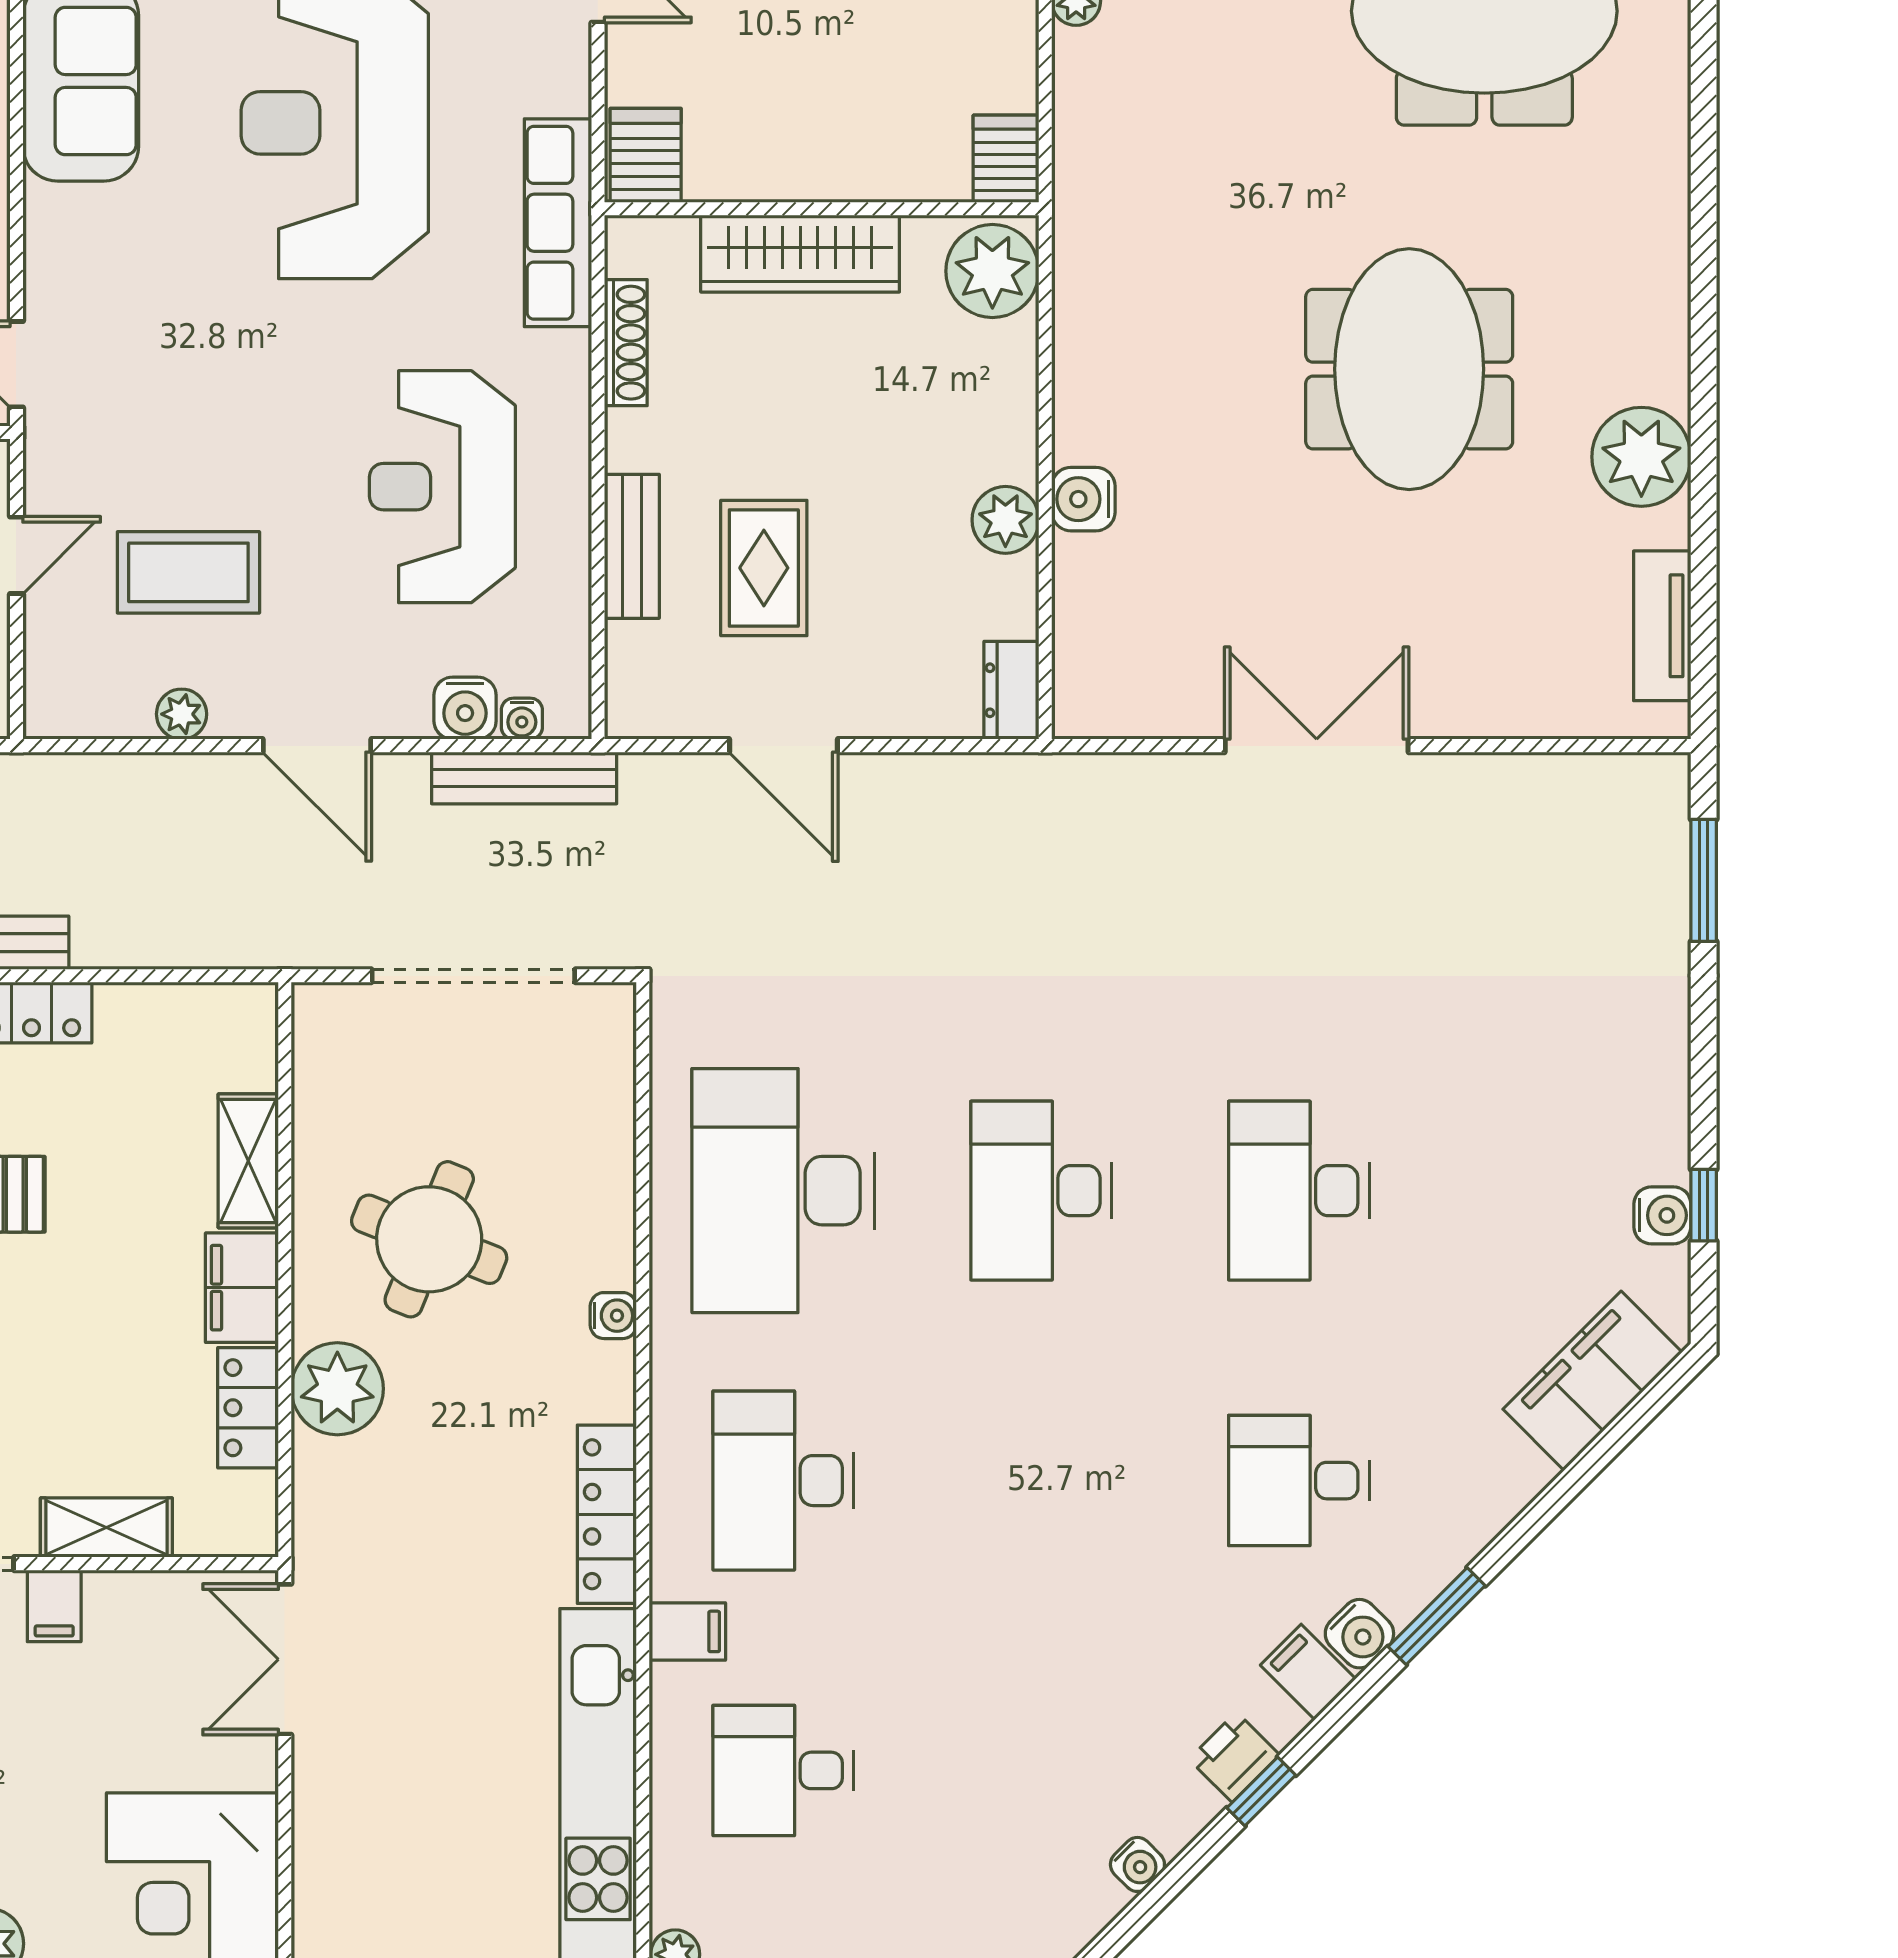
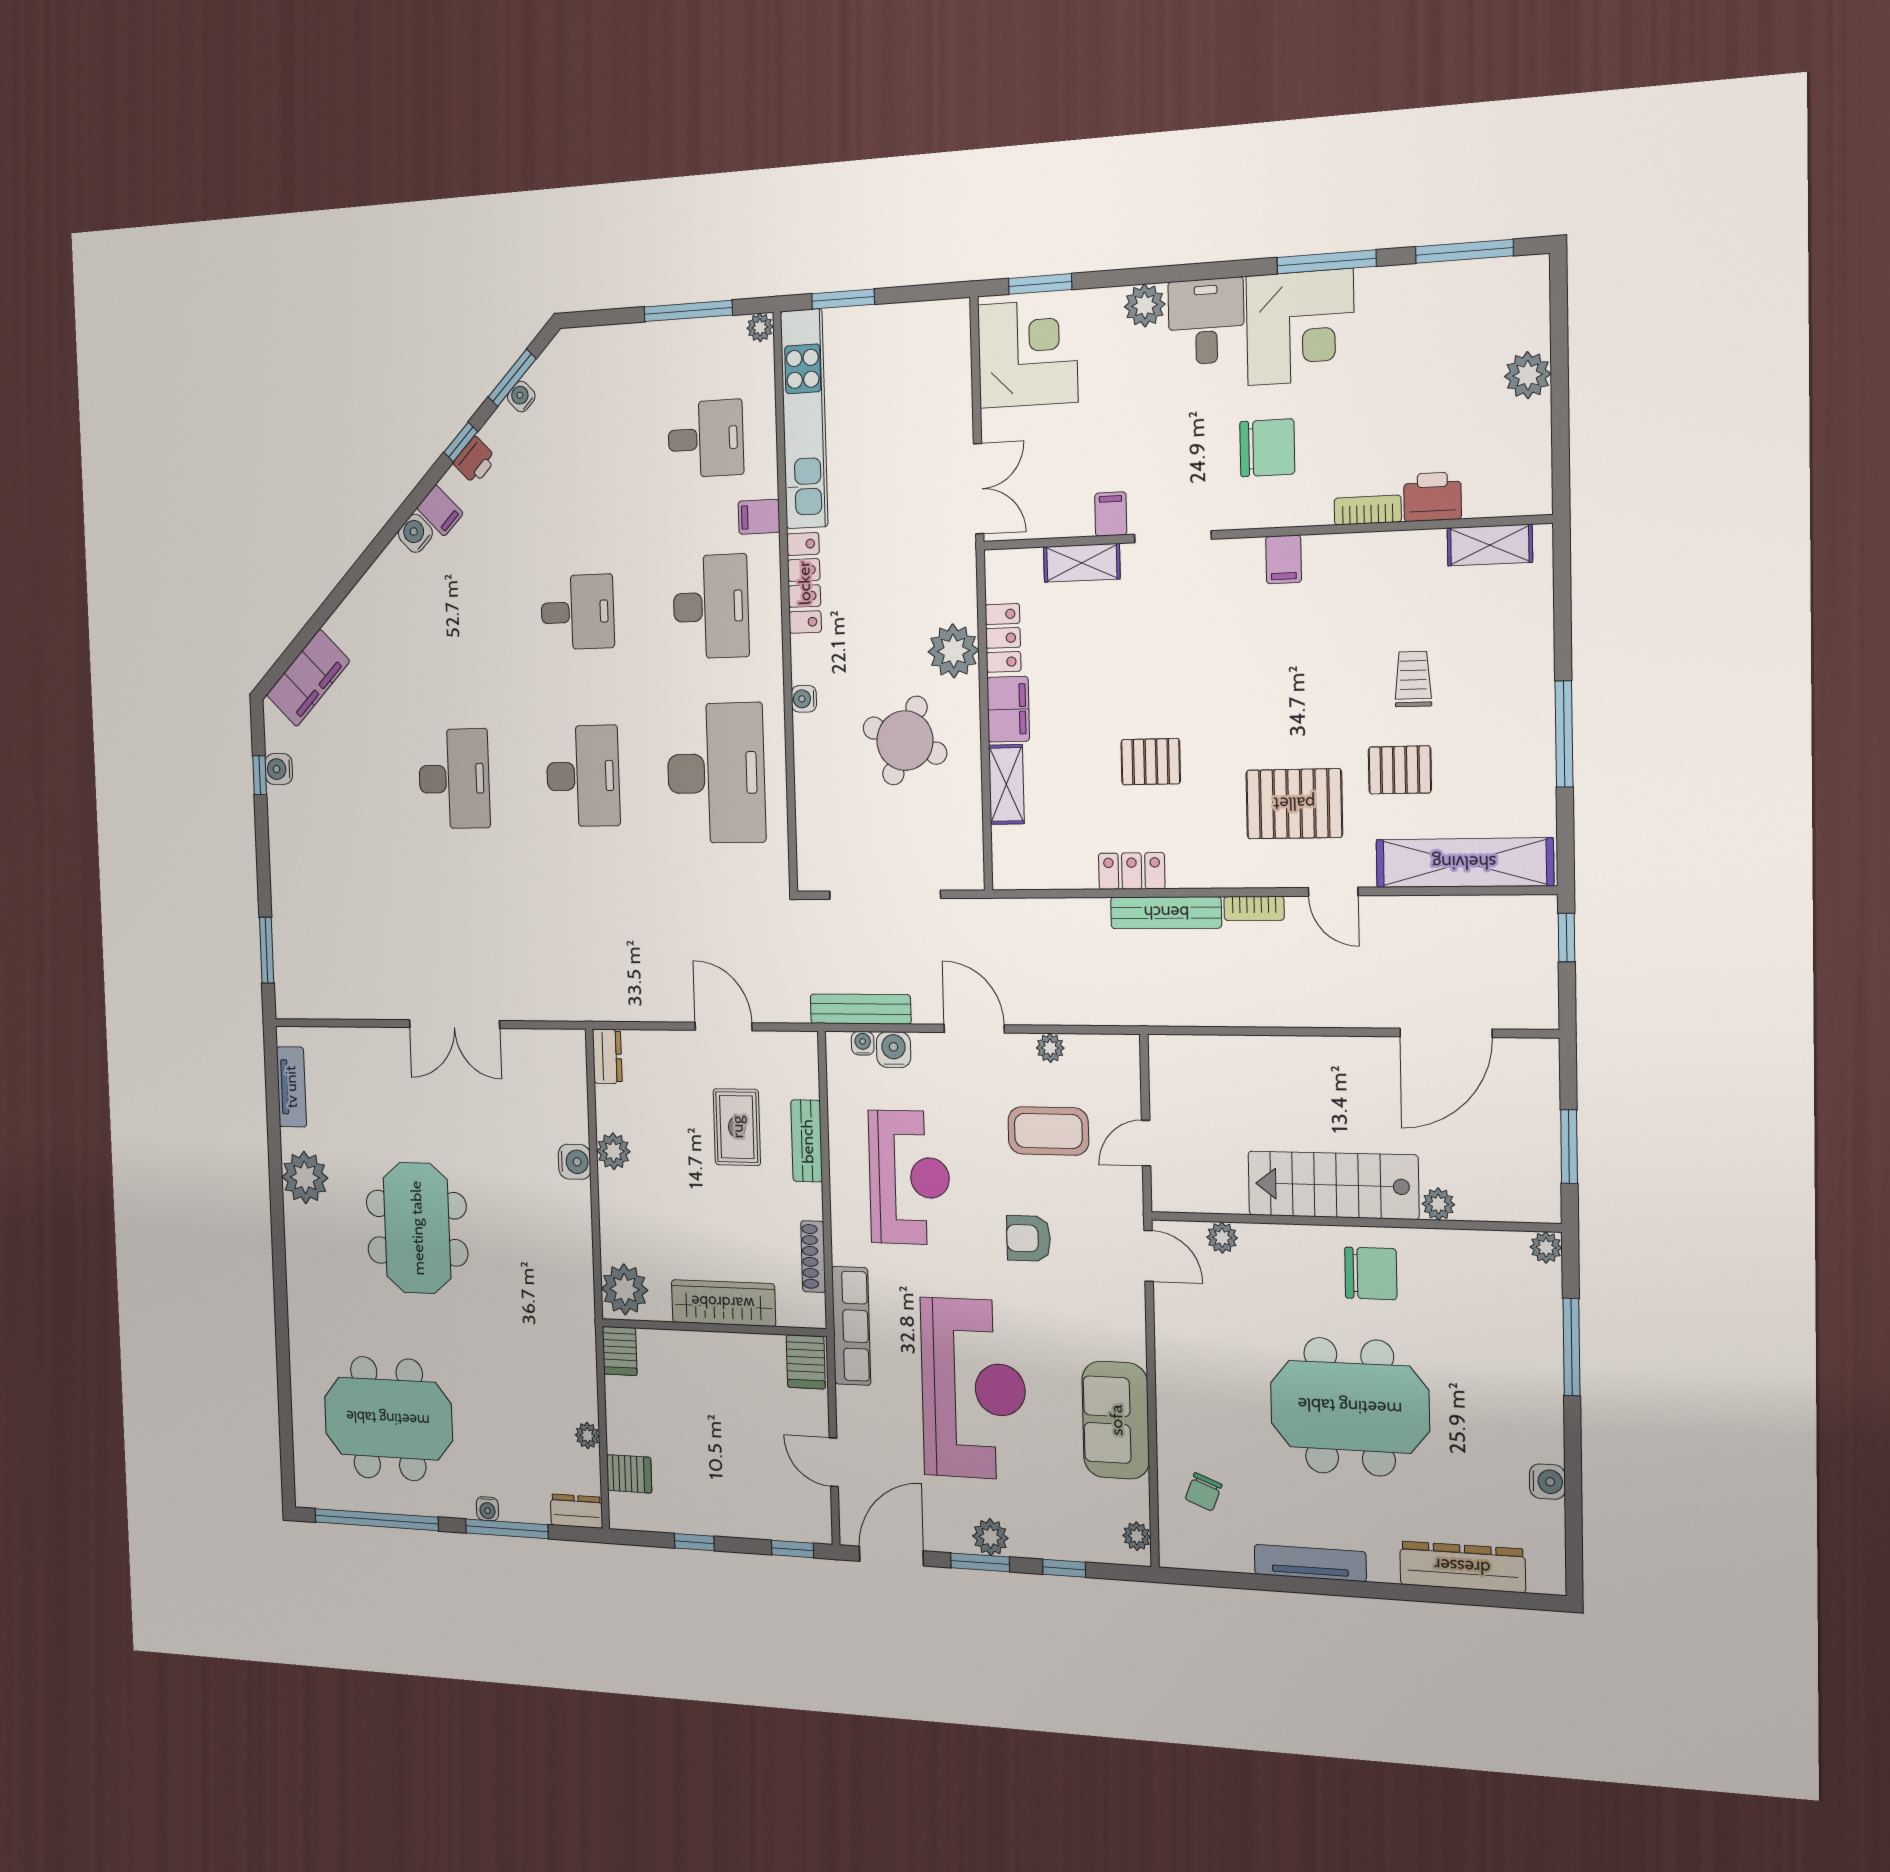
armchair: (228, 387) -> (1029, 1238), added
desk: (1299, 1481) -> (577, 612), moved
window: (1437, 1616) -> (512, 378), moved

